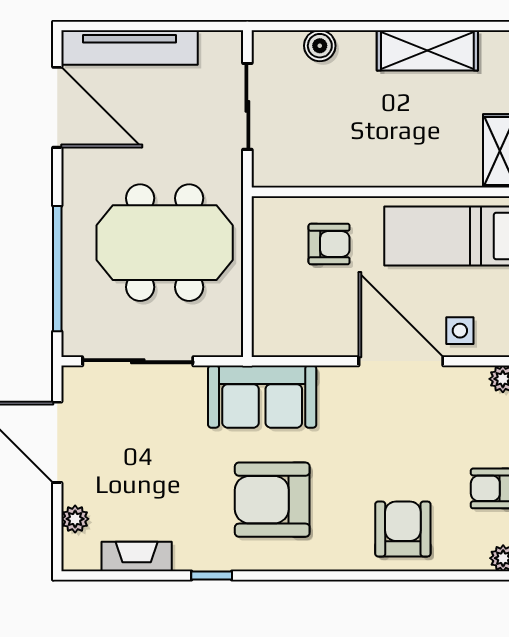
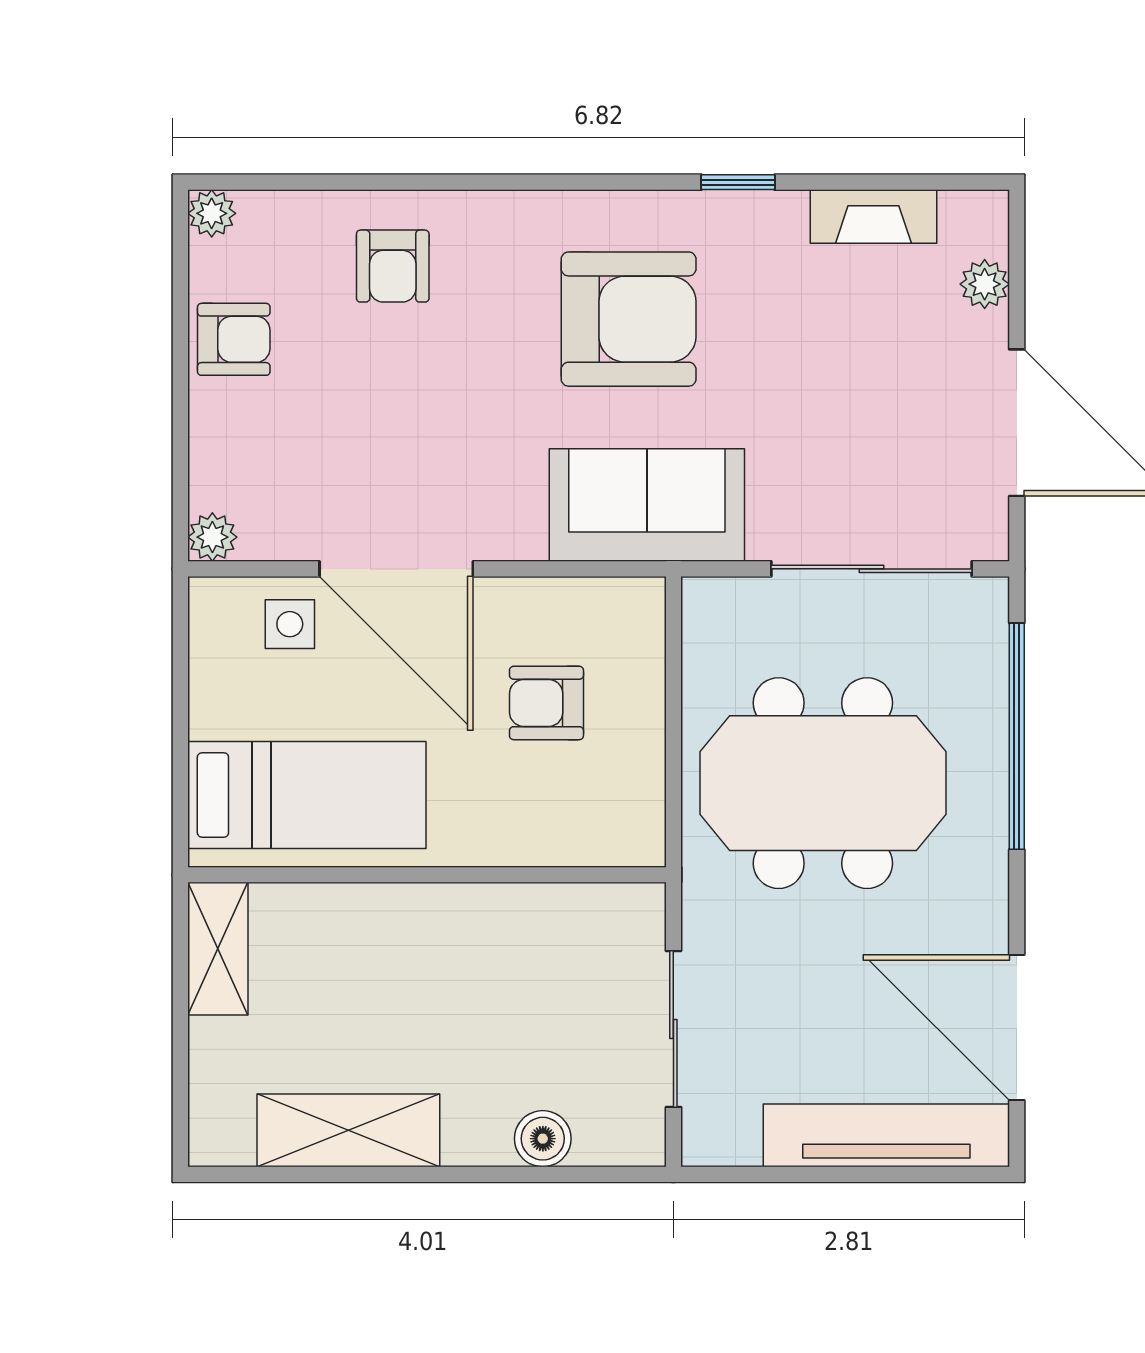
armchair: (329, 244) -> (546, 703), moved
armchair: (403, 529) -> (393, 266), width x0.72, depth x0.72

